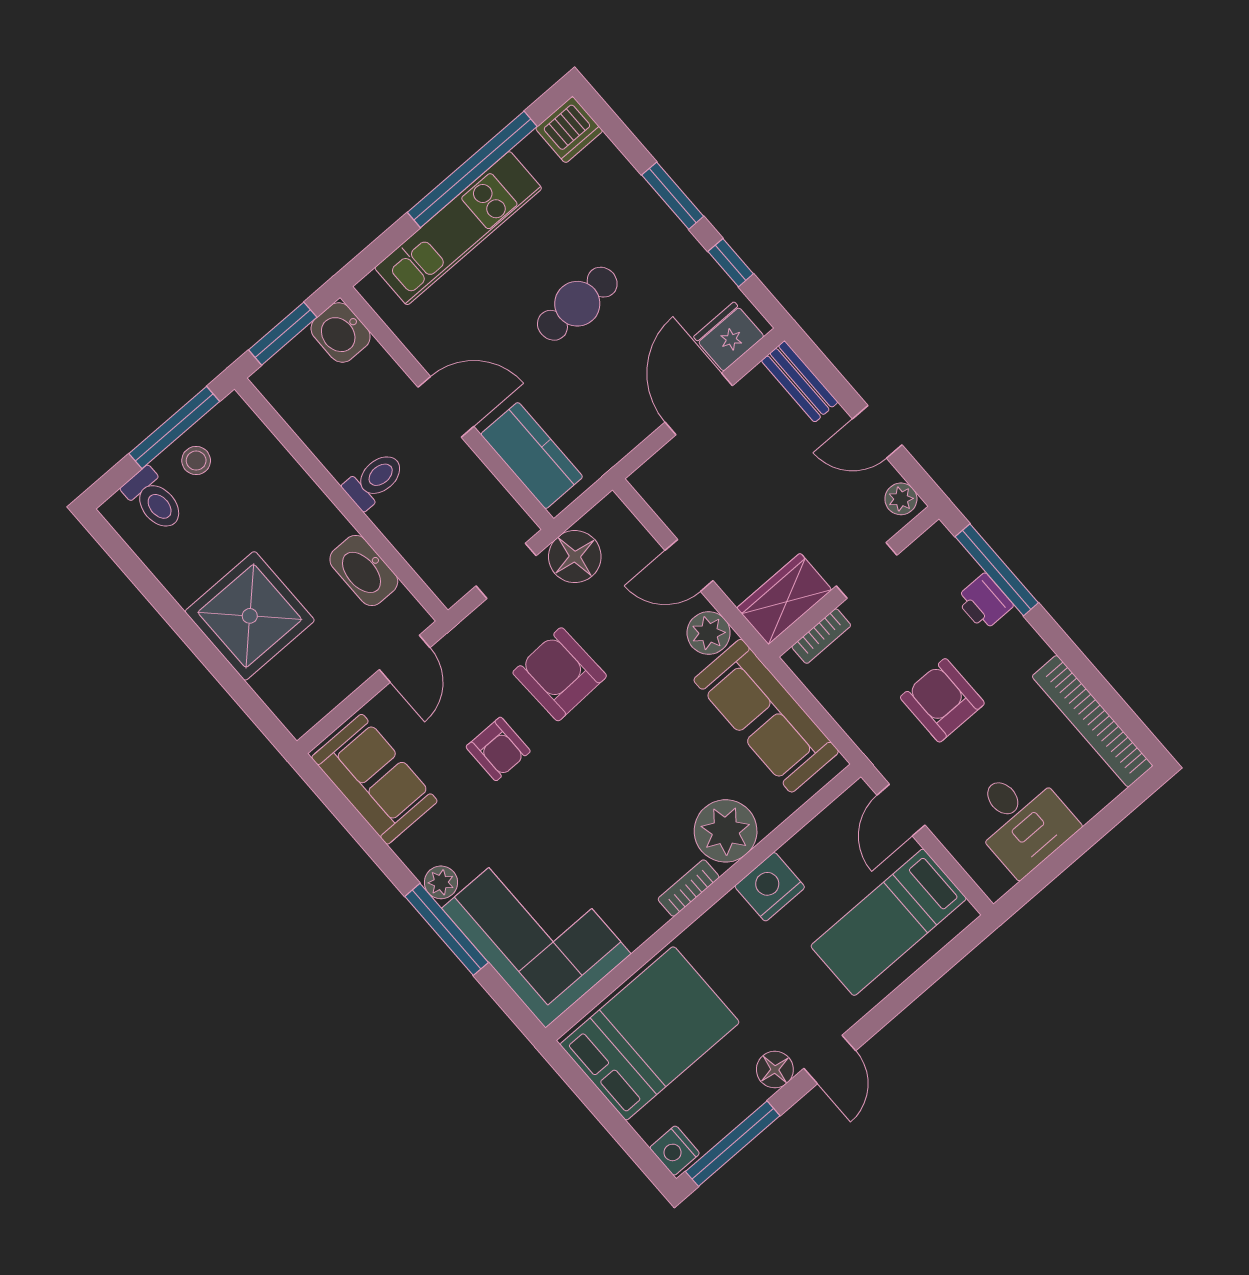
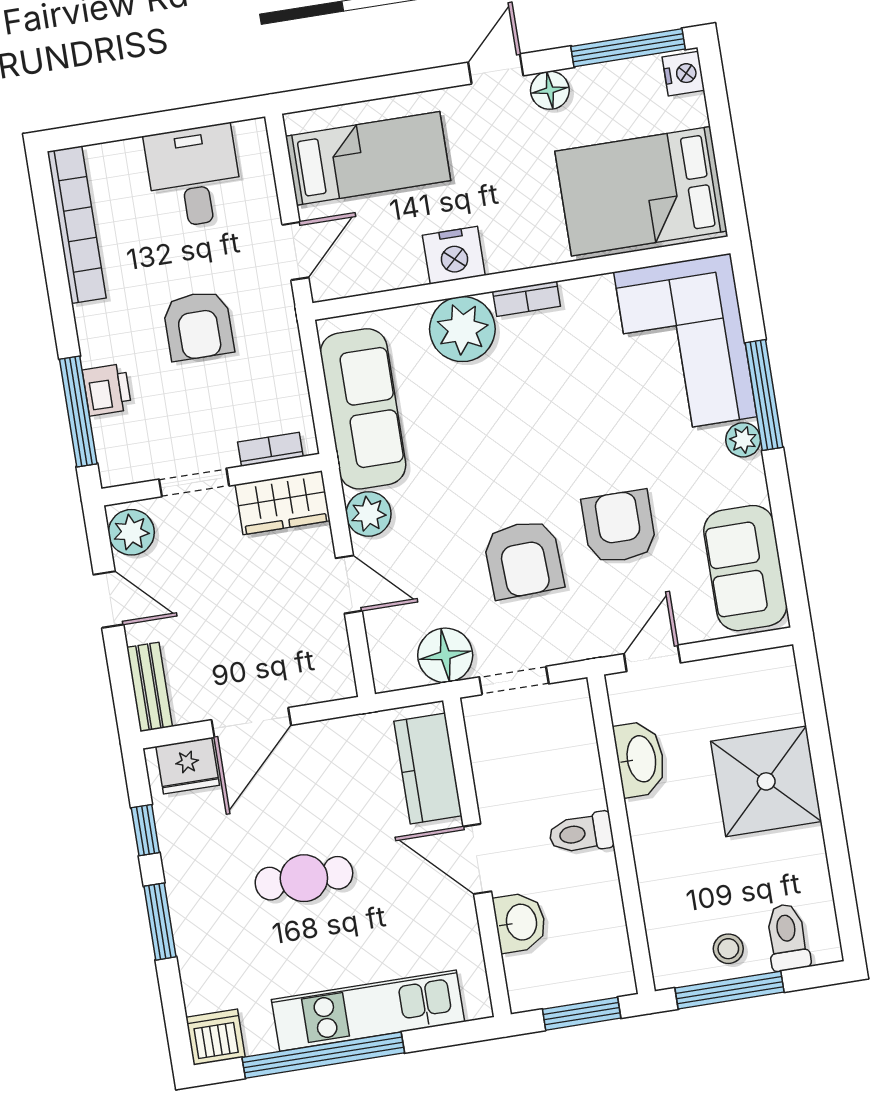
washbasin: (341, 332) -> (520, 922), moved
plant: (901, 499) -> (131, 532), width x1.38, depth x1.38
armchair: (498, 749) -> (619, 527), width x1.38, depth x1.38

